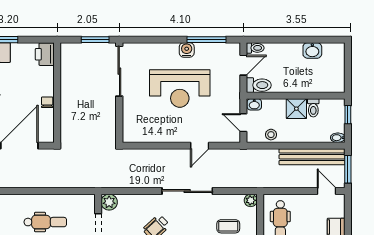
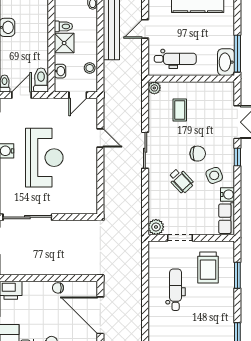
door: (243, 65) -> (21, 95), hinge flipped
washbasin: (254, 104) -> (60, 71), moved
sliding door: (187, 191) -> (145, 150), width x0.73
door: (327, 191) -> (145, 29), moved

